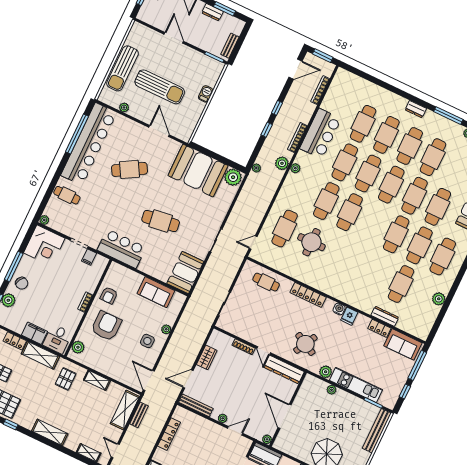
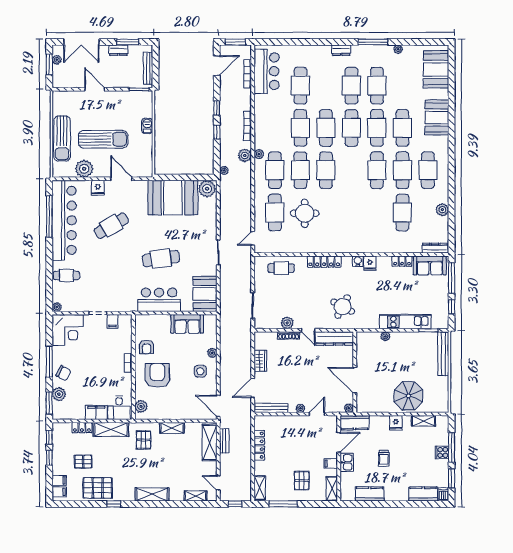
bench: (230, 46) -> (148, 68), width x1.36
plant: (124, 107) -> (84, 169), width x1.88, depth x1.88
fridge: (134, 129) -> (98, 188), added
bar counter: (321, 134) -> (267, 71), moved
cafe table: (386, 135) -> (275, 170), moved
bar counter: (122, 249) -> (159, 300), moved
dresser: (385, 316) -> (435, 248), moved
plant: (326, 372) -> (287, 323), moved

